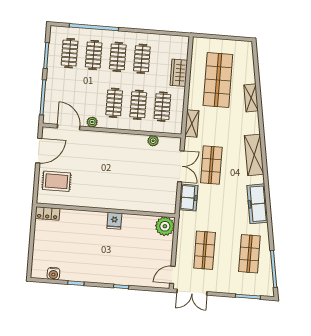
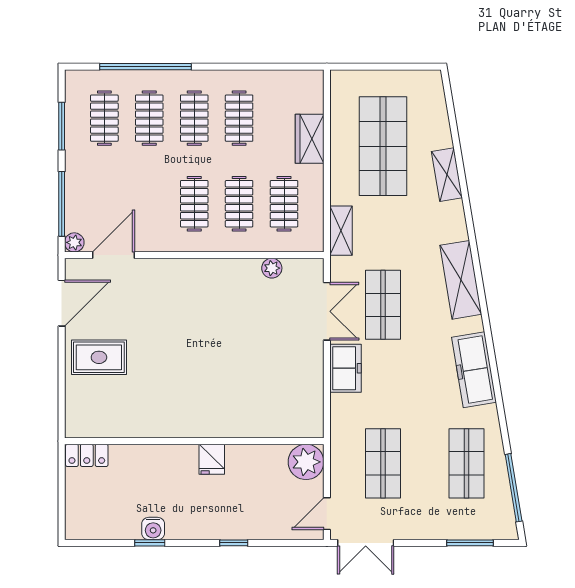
plant: (92, 122) -> (74, 242), moved
door: (69, 127) -> (113, 255), hinge flipped
wall: (106, 210) -> (194, 441), moved
locker: (47, 213) -> (87, 455), moved
fridge: (114, 221) -> (212, 459), moved
plant: (165, 226) -> (306, 462), moved
water cooler: (53, 274) -> (153, 529), moved

